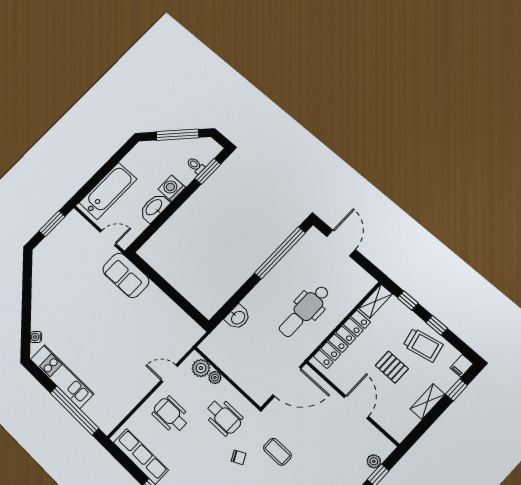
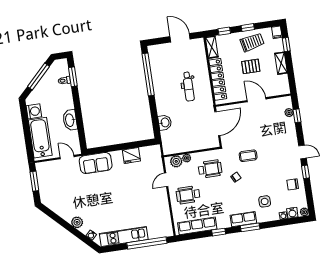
washing machine: (172, 188) -> (34, 111), moved, turned 180
door: (108, 238) -> (67, 157), hinge flipped
door: (341, 243) -> (180, 38), moved
plant: (39, 309) -> (77, 222), added
fridge: (167, 309) -> (131, 155), added
dental chair: (304, 311) -> (188, 87), width x0.73, depth x0.72

